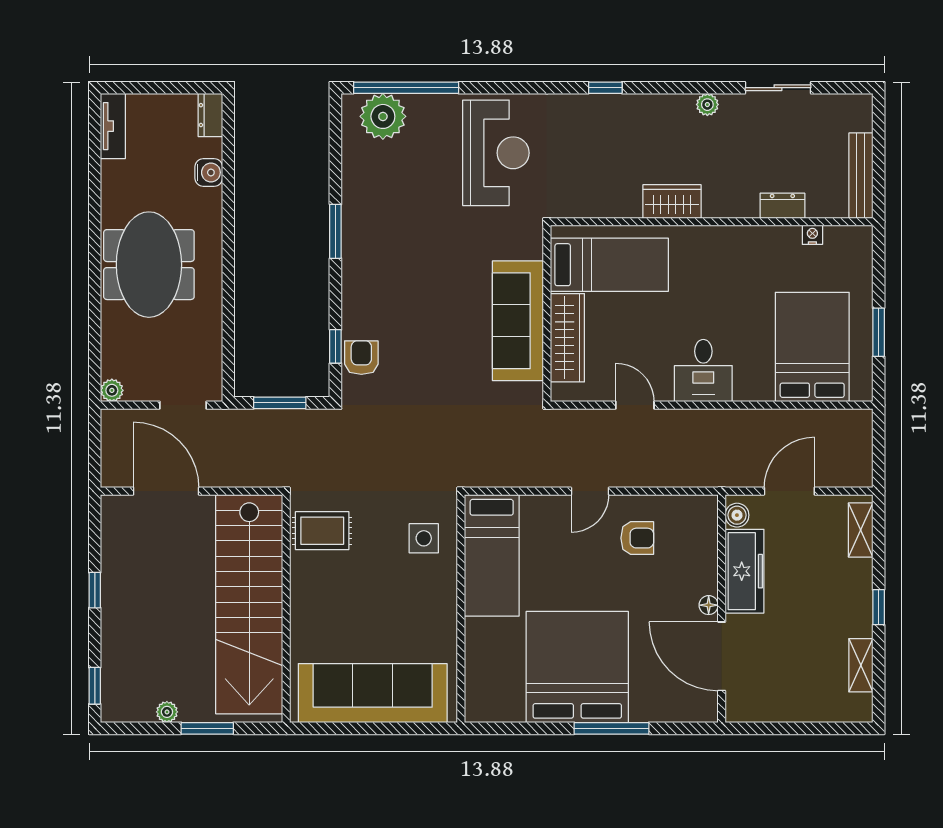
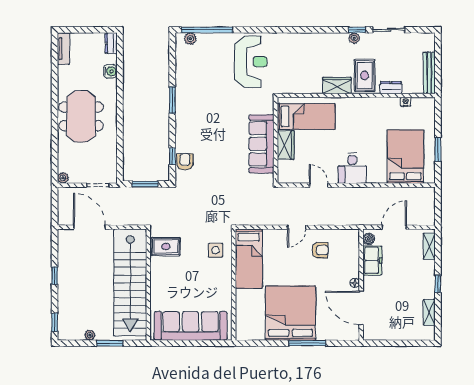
window: (605, 88) -> (357, 30), moved
plant: (383, 116) -> (190, 39), width x0.53, depth x0.53
rug: (729, 181) -> (365, 75), added
wardrobe: (567, 338) -> (286, 145), width x0.67
freezer: (744, 571) -> (372, 260), width x0.71

